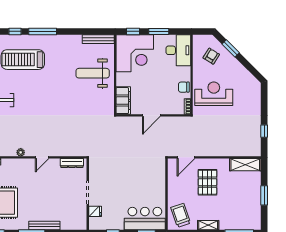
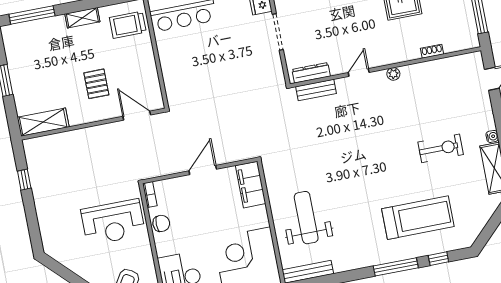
weight bench: (93, 73) -> (306, 218), turned -90
bench: (71, 152) -> (316, 90), added
door: (186, 157) -> (137, 116), hinge flipped
pallet: (207, 182) -> (96, 84), width x0.67, depth x0.71
trolley: (181, 215) -> (128, 25), turned 109

